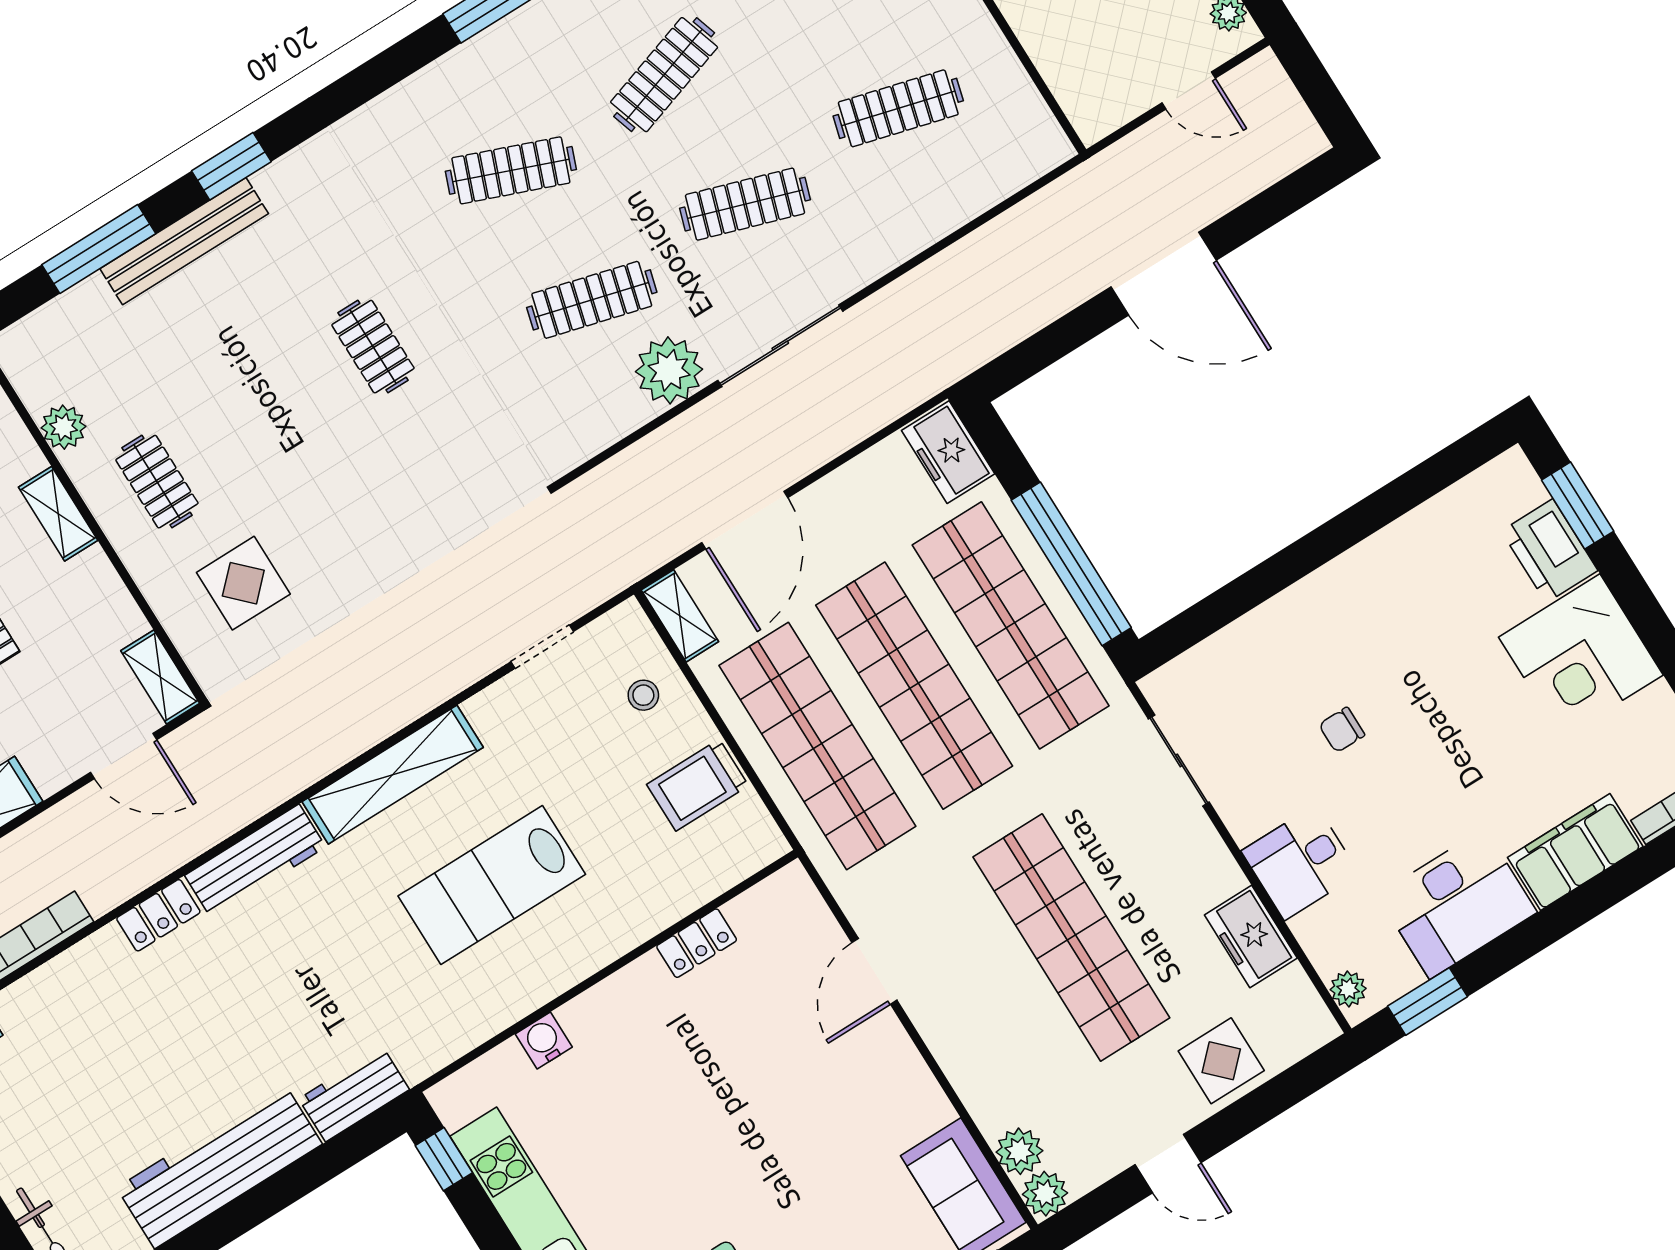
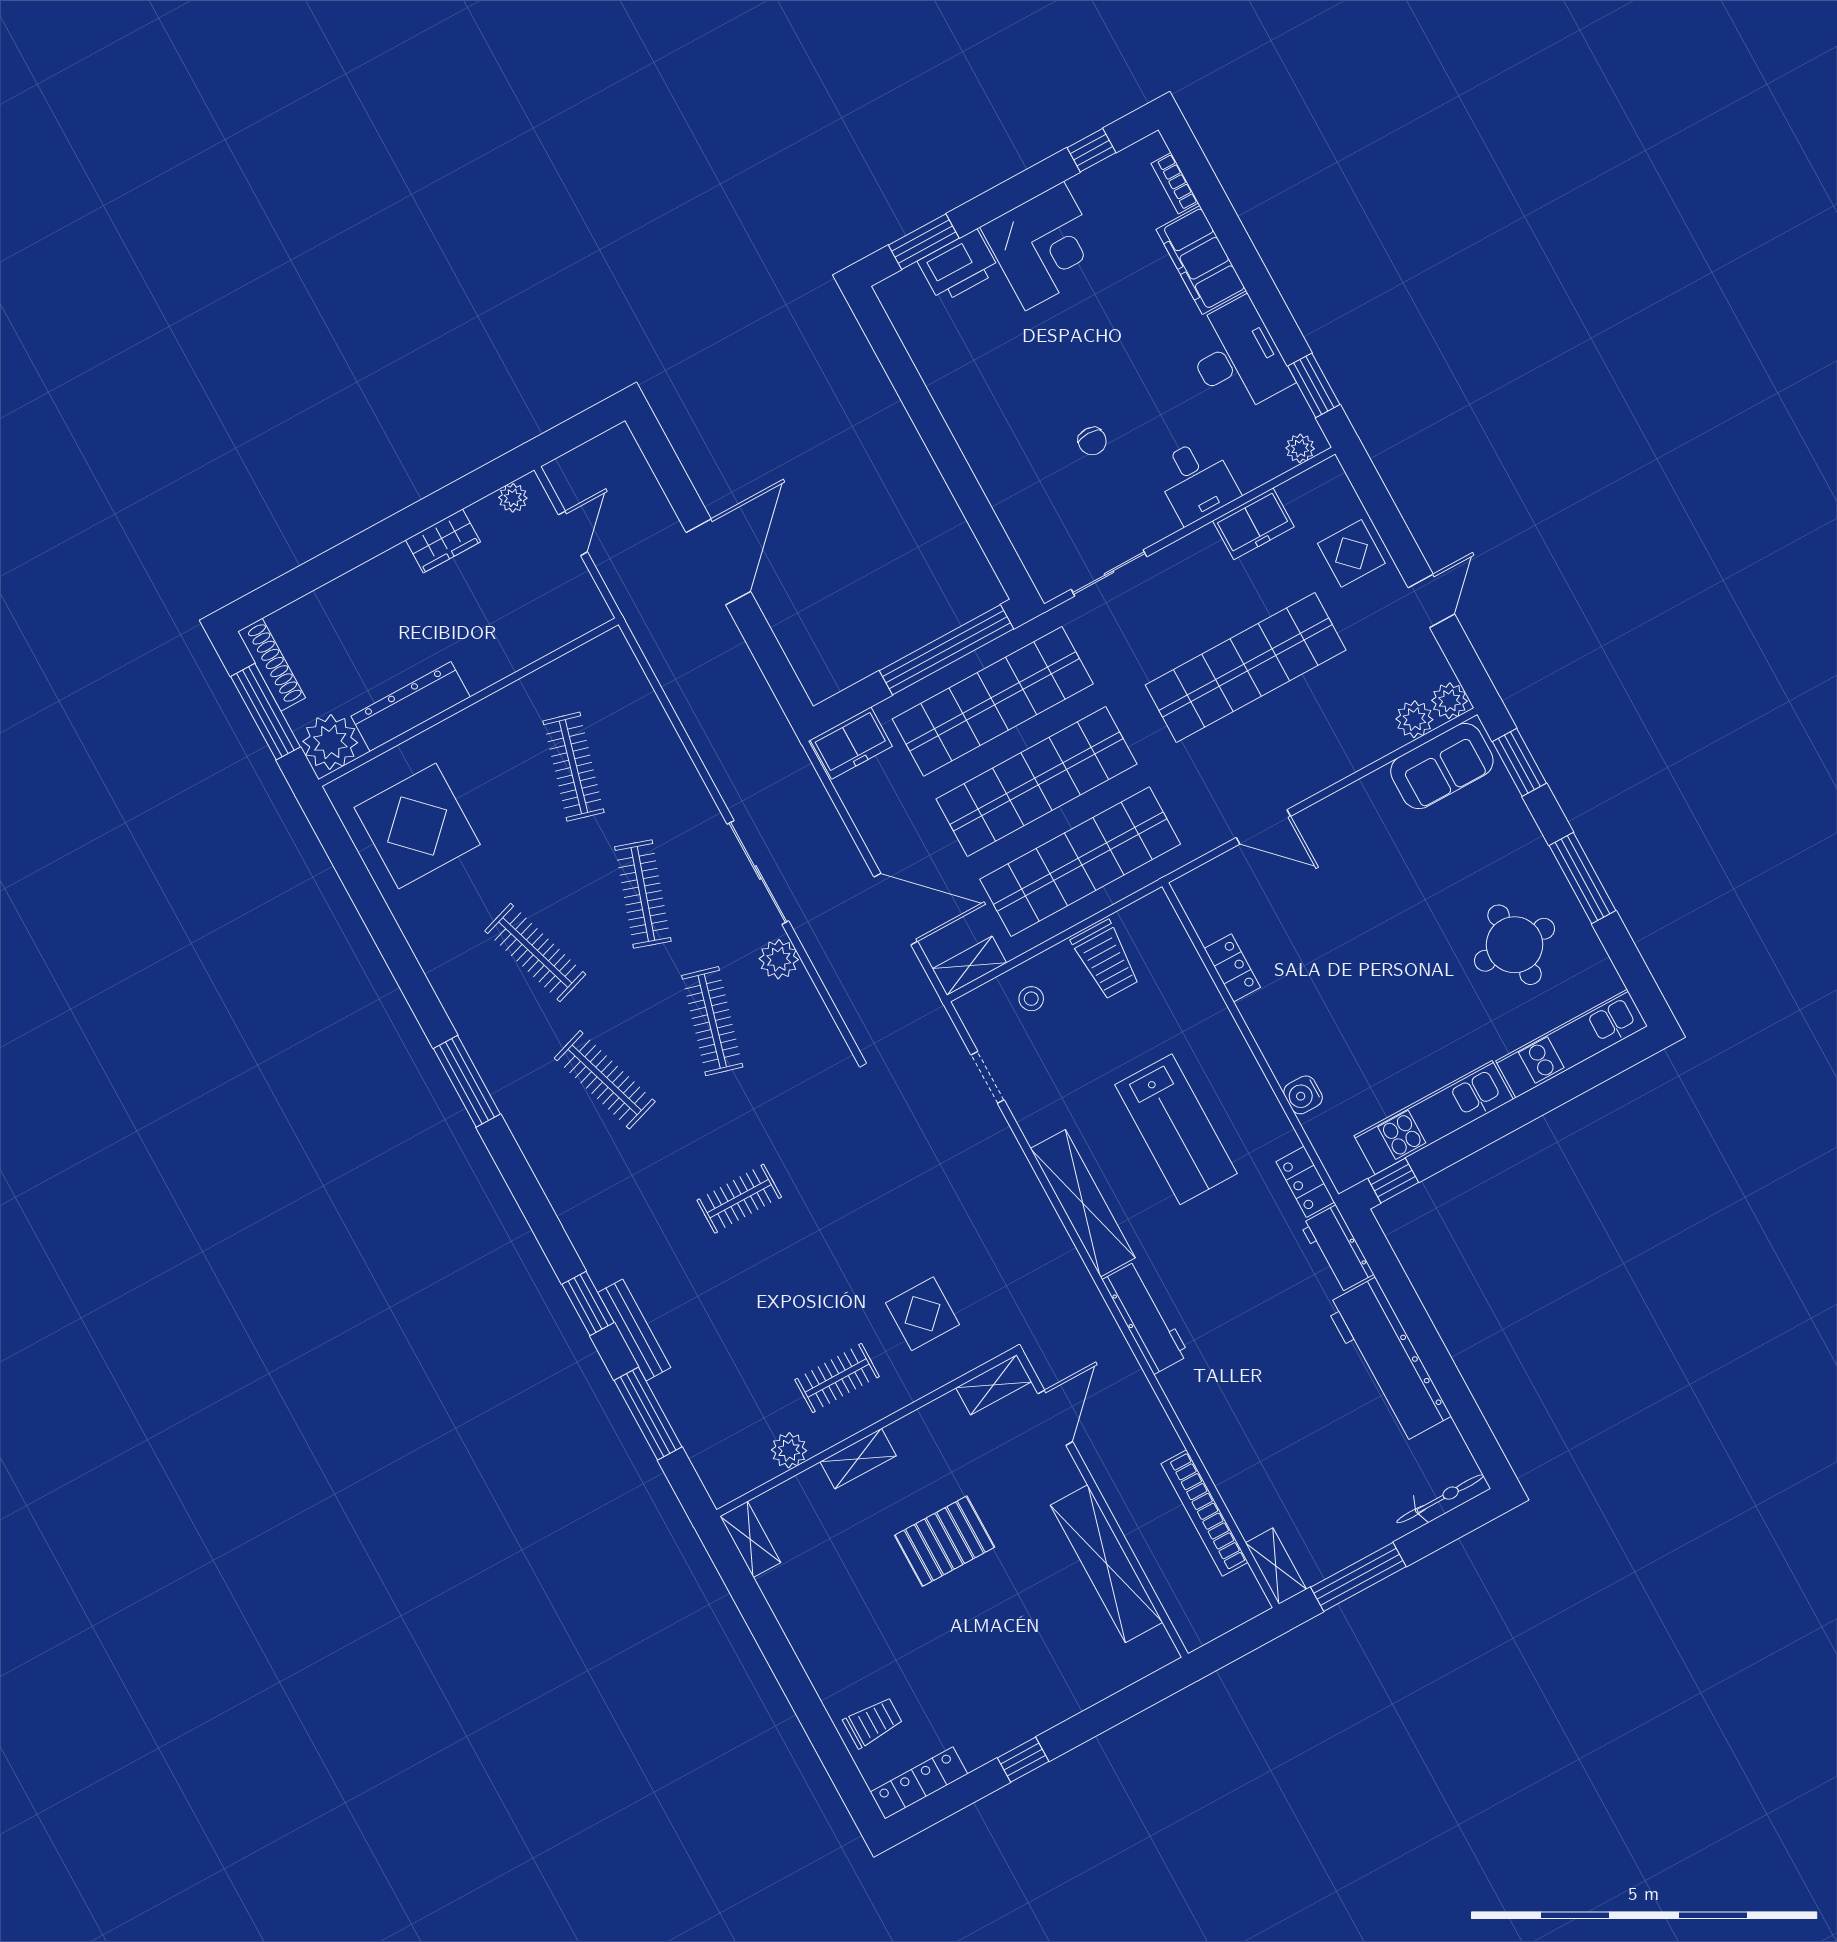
clothes rail: (511, 170) -> (605, 1080), turned -39
bench: (184, 241) -> (634, 1330), width x0.73, depth x0.82
plant: (669, 370) -> (779, 959), width x0.73, depth x0.73
locker: (158, 915) -> (1305, 1182), moved, turned 180

